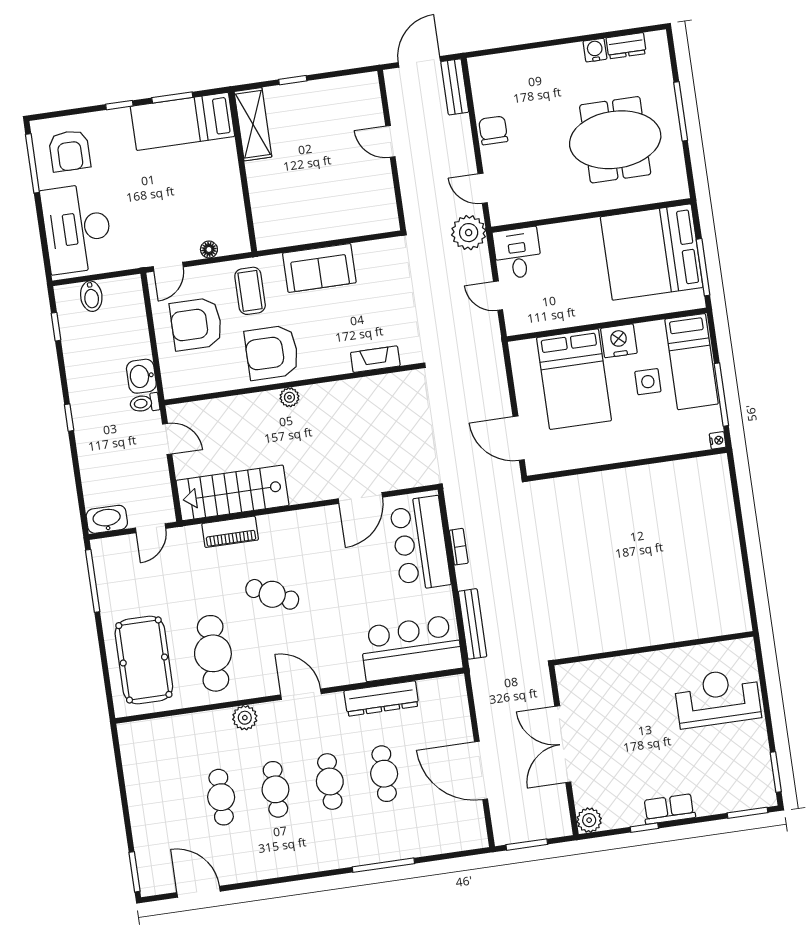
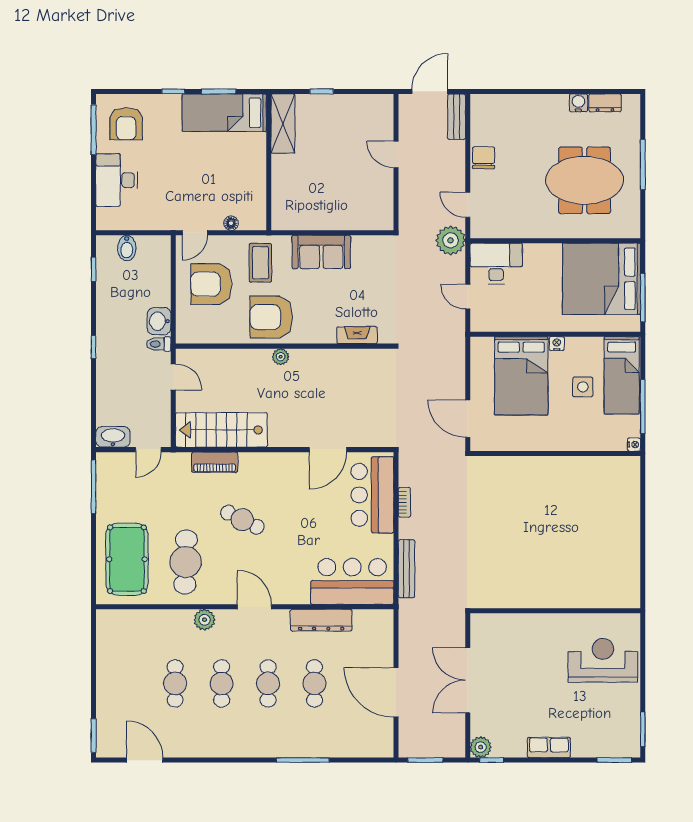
desk: (77, 229) -> (117, 180), width x0.73, depth x0.77
desk: (518, 253) -> (496, 264), width x1.37
nightstand: (619, 341) -> (557, 344), width x0.53, depth x0.56
window: (644, 828) -> (492, 760), moved

